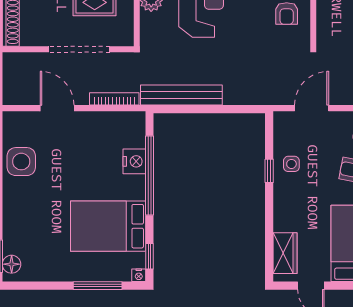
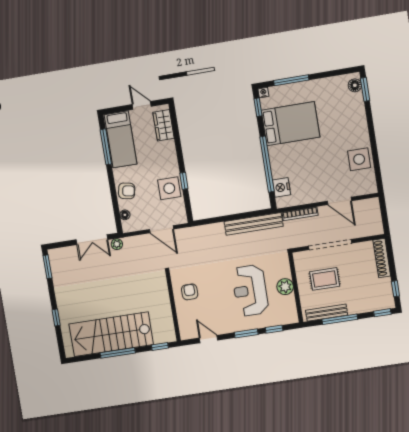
door: (312, 108) -> (162, 229), hinge flipped
nightstand: (134, 161) -> (281, 187), moved
side table: (291, 164) -> (169, 188), width x1.87, depth x1.87

